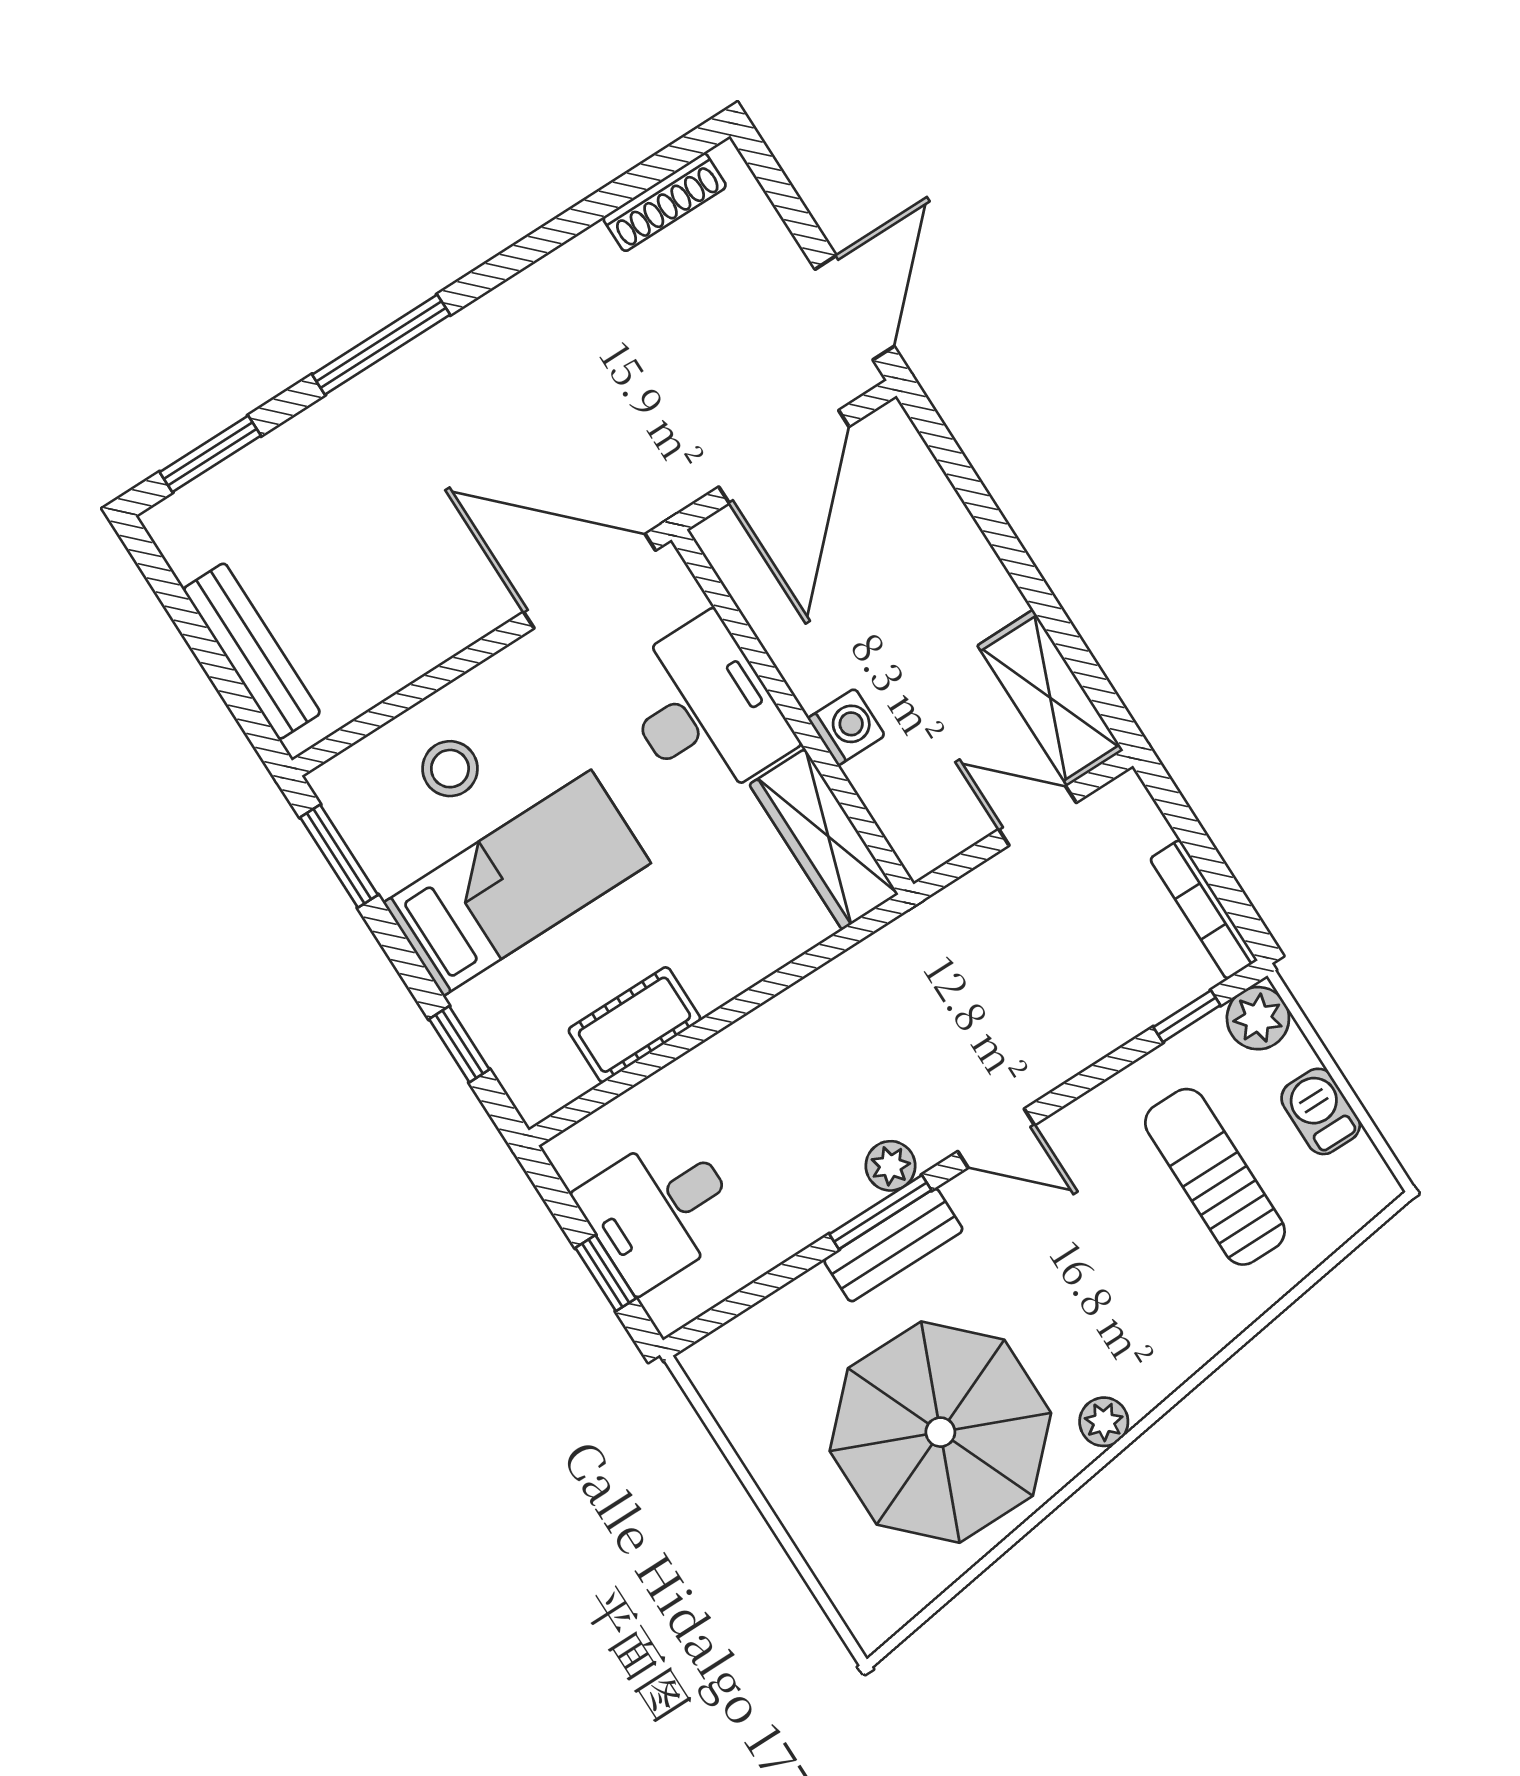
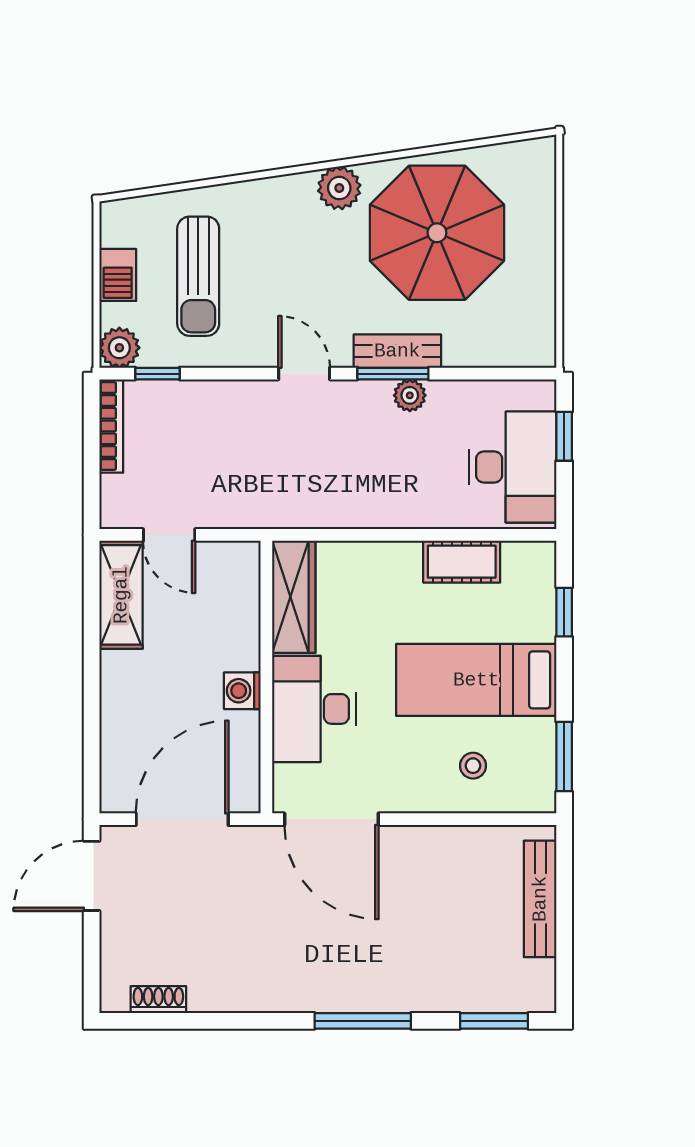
shoe rack: (665, 202) -> (158, 1000), width x0.70
washing machine: (846, 727) -> (242, 691), moved
stool: (450, 769) -> (473, 766), width x0.73, depth x0.73
plant: (890, 1166) -> (410, 395), moved
desk: (659, 1210) -> (513, 467), width x1.37
plant: (1104, 1422) -> (339, 188), width x1.38, depth x1.38

